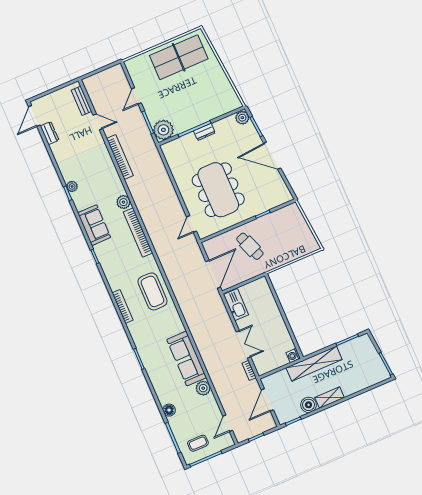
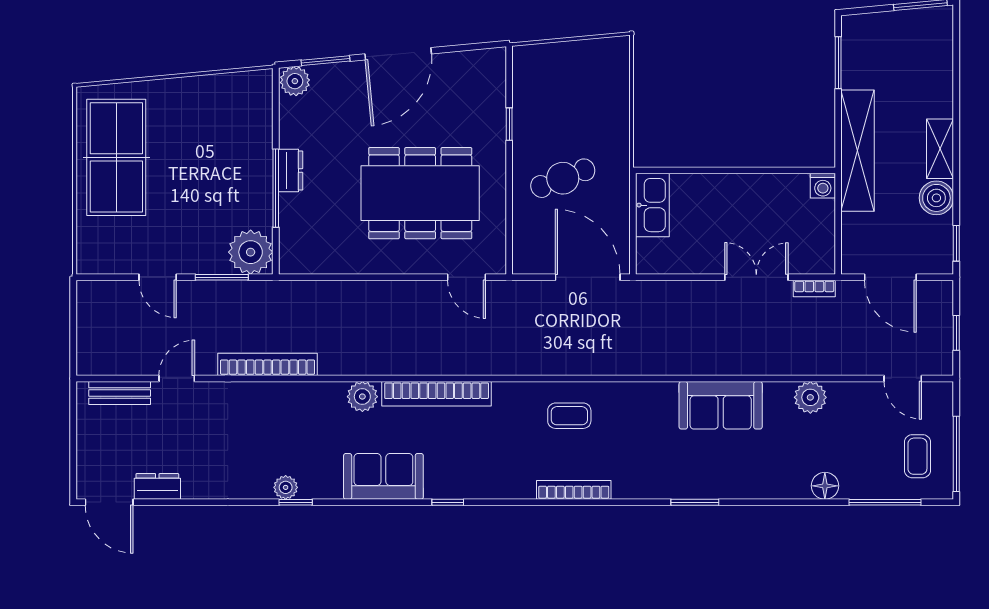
coffee table: (152, 291) -> (569, 416), width x0.54, depth x0.58
kitchen sink: (236, 305) -> (652, 205), moved, turned 90
sofa: (187, 359) -> (721, 405), width x0.73

